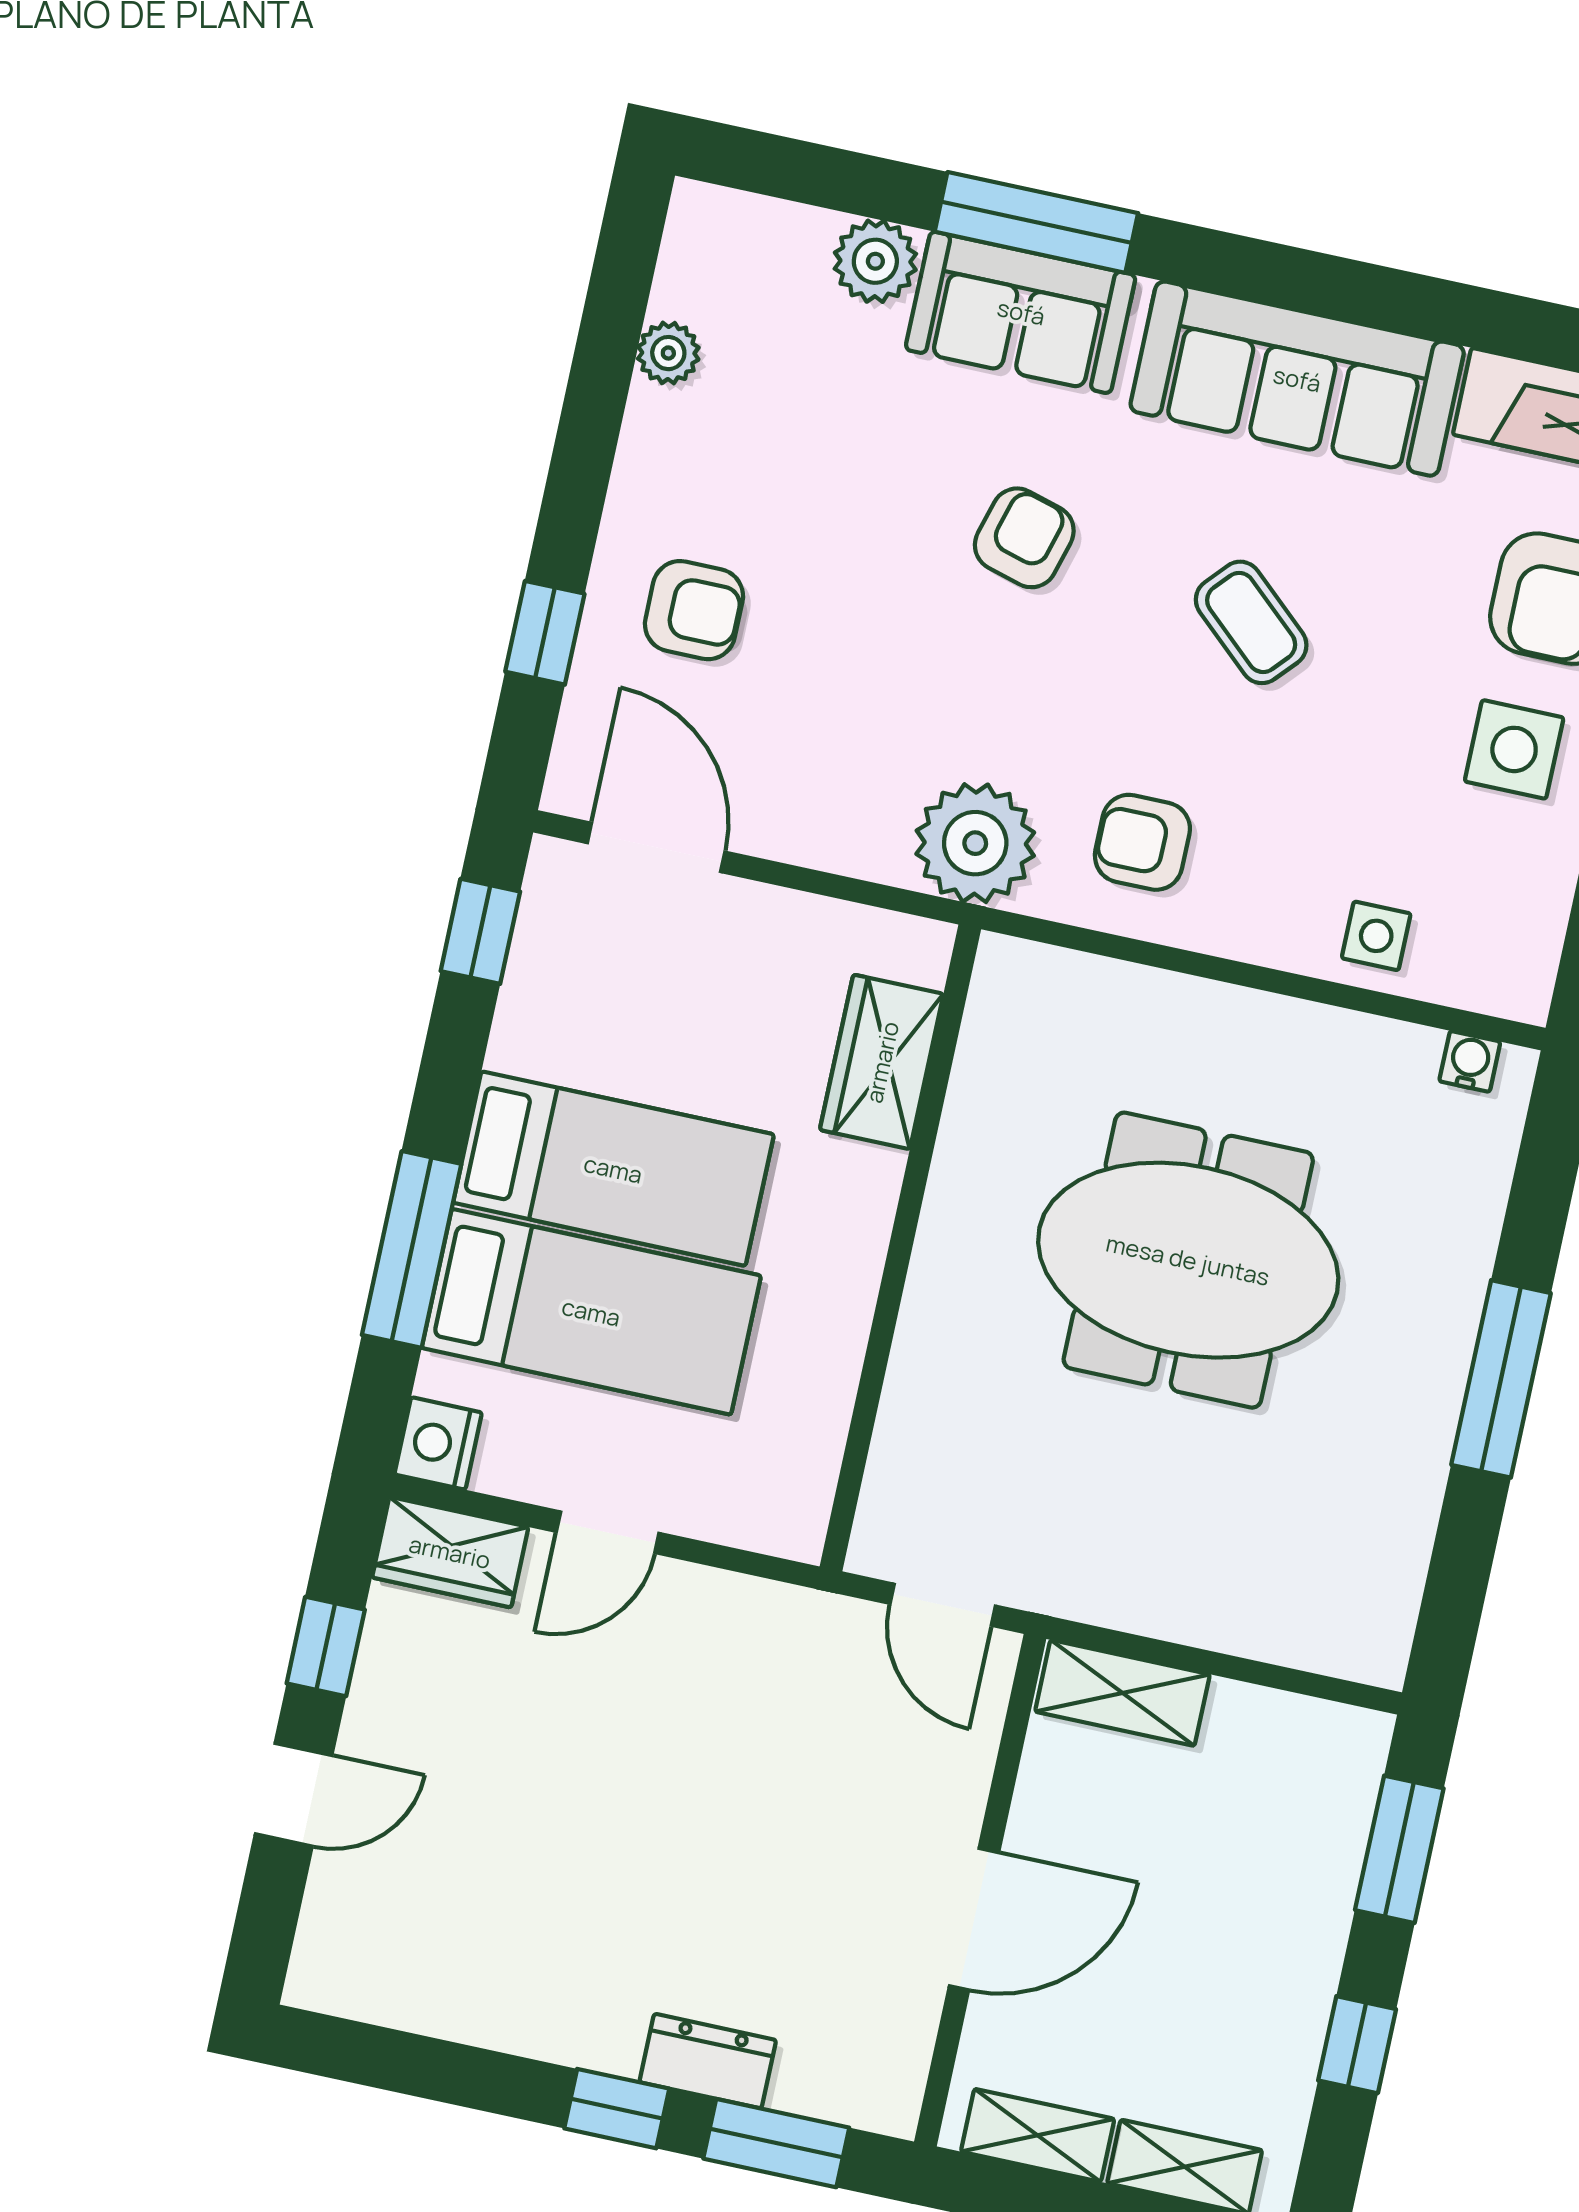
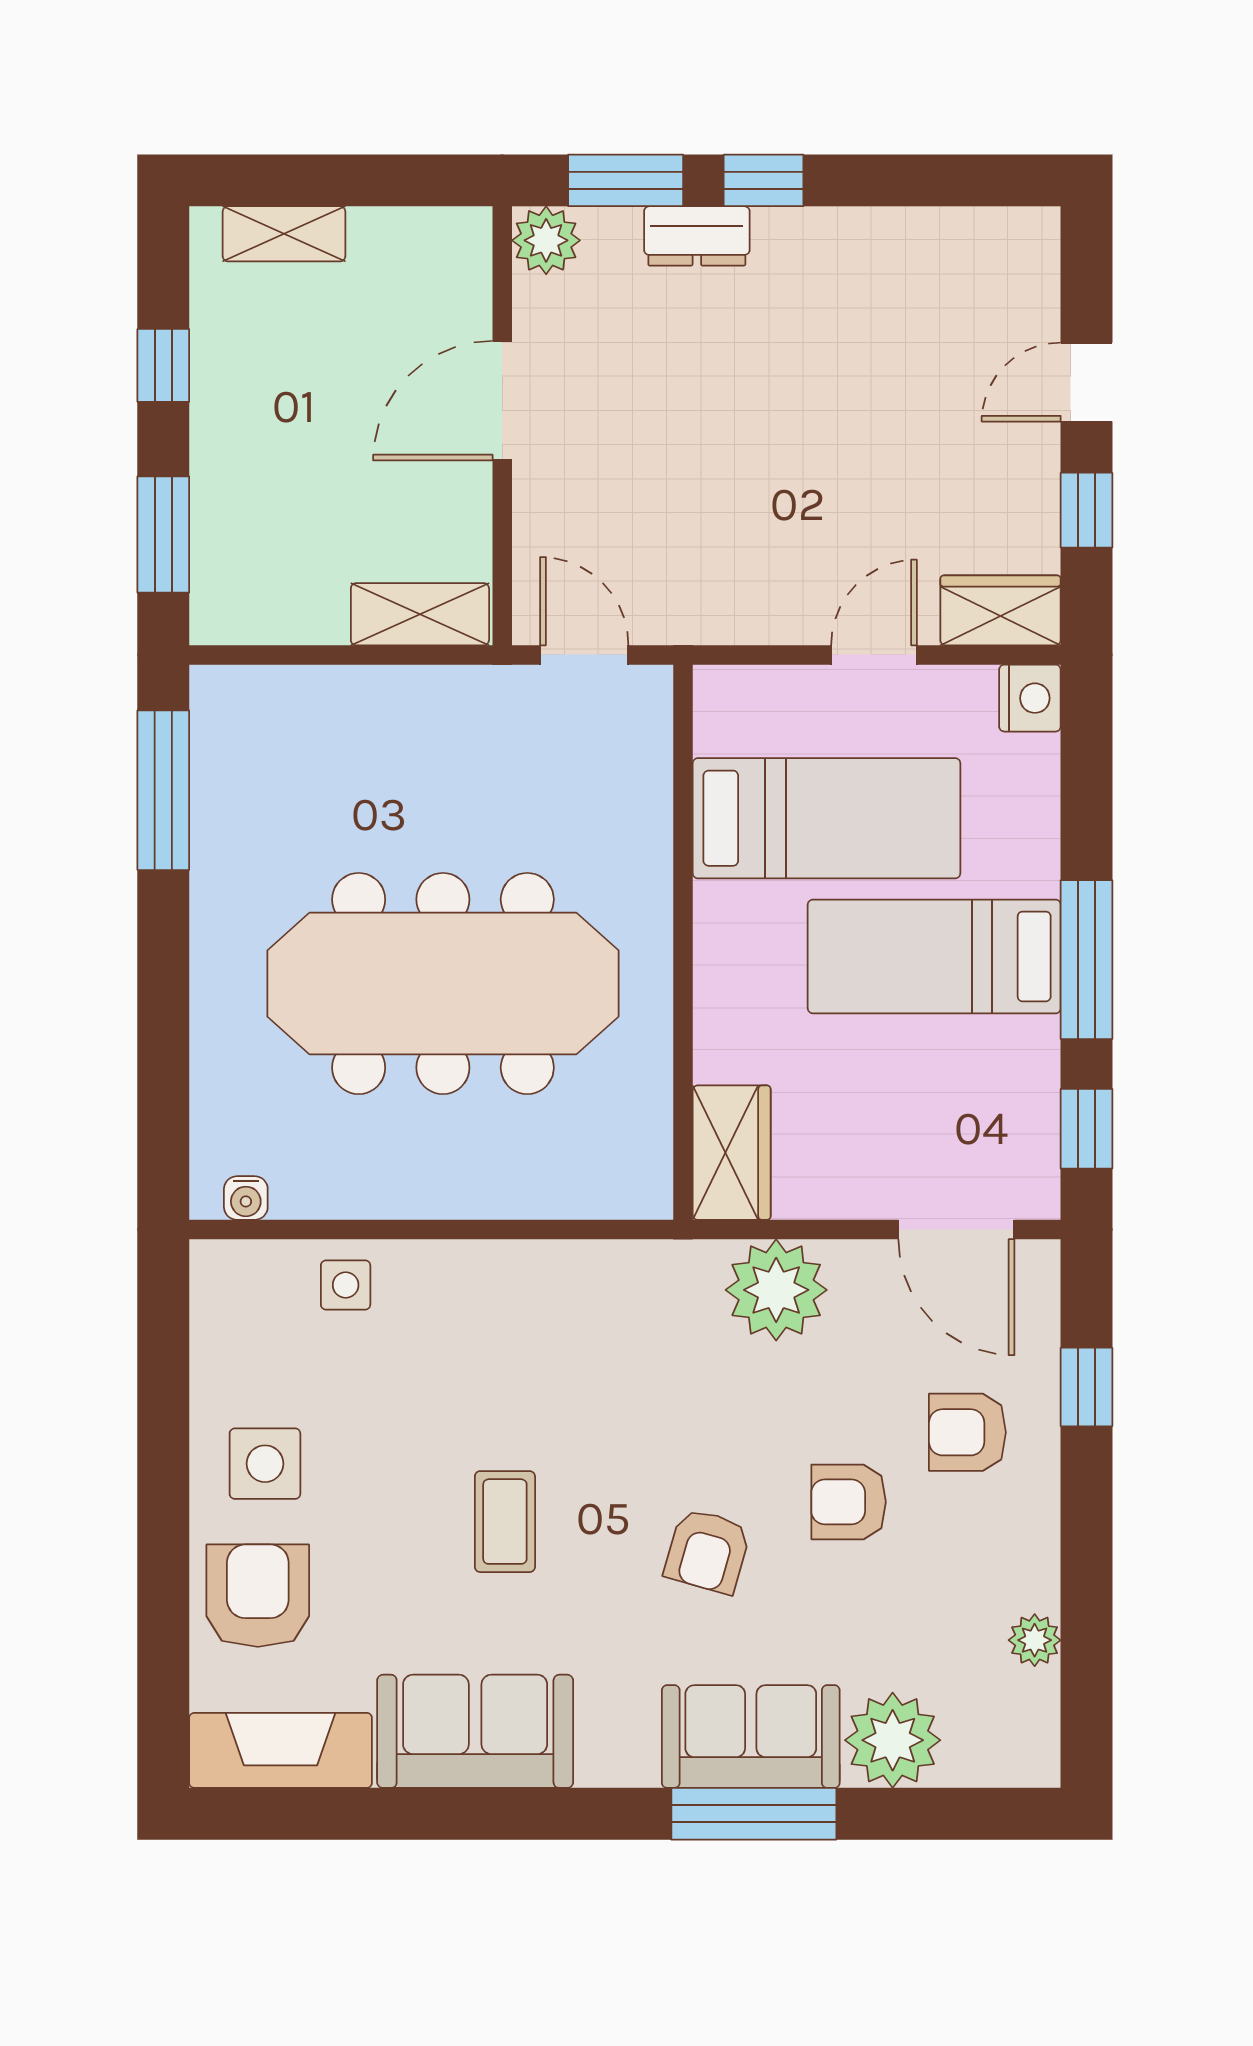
plant: (875, 261) -> (893, 1740), width x1.36, depth x1.36
sofa: (1297, 379) -> (475, 1731), width x0.73
coffee table: (1251, 622) -> (505, 1522), turned 48
armchair: (1142, 842) -> (849, 1502), moved, turned 180
plant: (975, 843) -> (776, 1290), moved
wardrobe: (882, 1062) -> (732, 1153), moved
window: (412, 1249) -> (1087, 960), moved
meeting table: (1188, 1260) -> (443, 984), width x1.36
bed: (591, 1312) -> (827, 818), moved, turned 180
window: (1501, 1379) -> (163, 790), moved
plant: (883, 2094) -> (546, 240), added
shelving: (1038, 2135) -> (411, 234), removed

